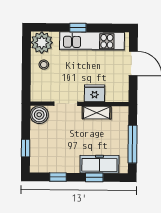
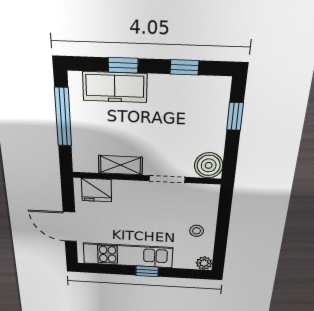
plant: (42, 43) -> (204, 263), width x0.53, depth x0.53
fridge: (95, 93) -> (97, 190), moved

